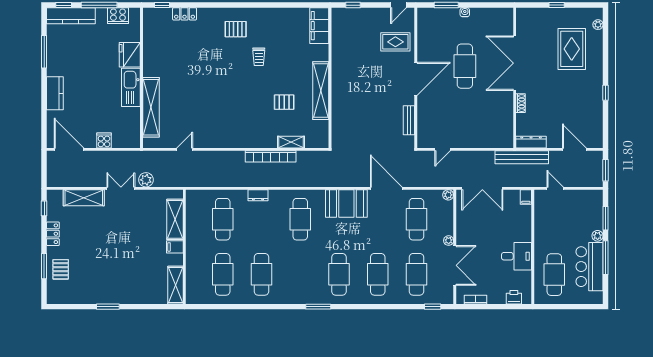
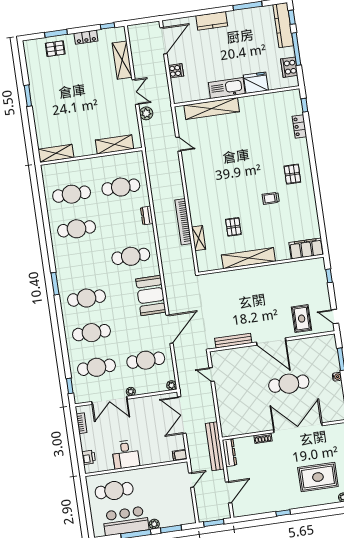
bench: (409, 120) -> (233, 341), width x1.36
filing cabinet: (175, 247) -> (90, 148), removed

